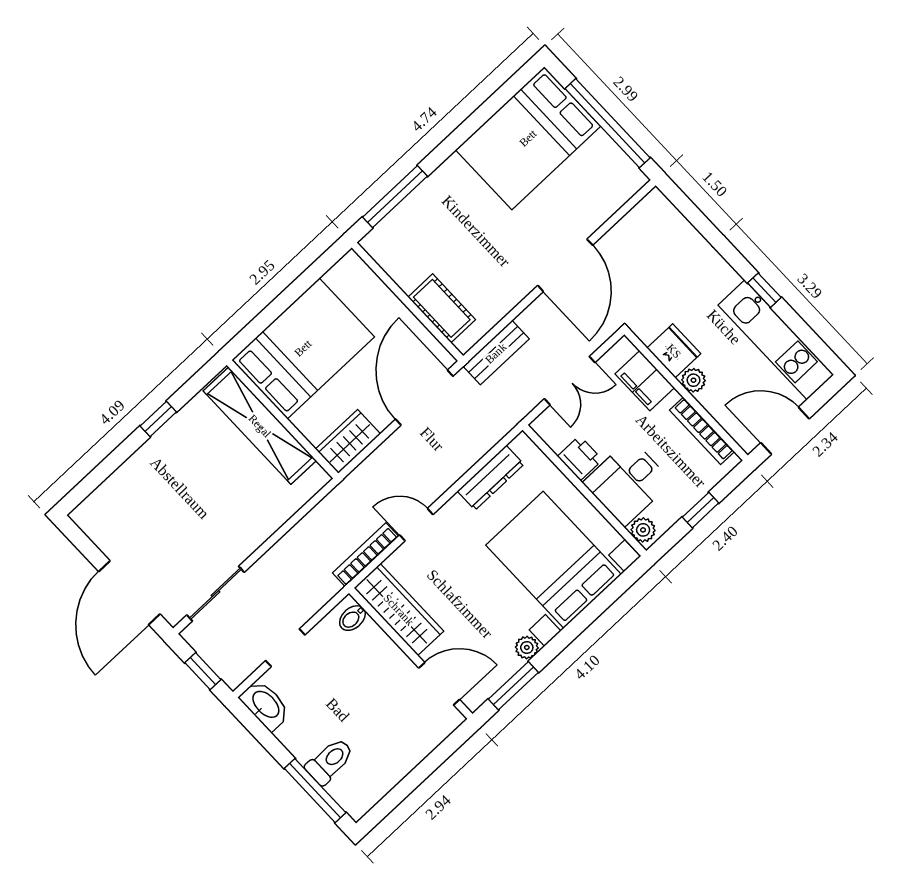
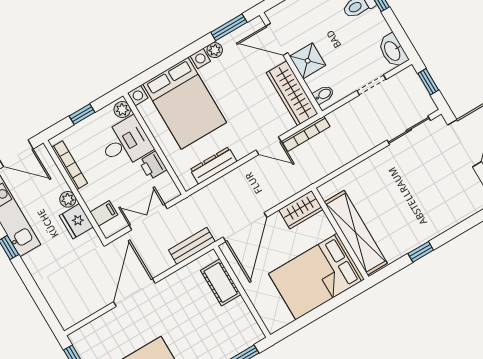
filing cabinet: (645, 381) -> (104, 213), width x0.50
shower: (387, 662) -> (308, 61), added

